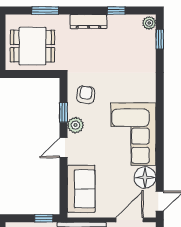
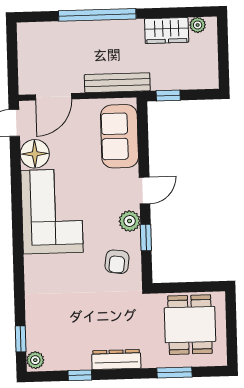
dining table: (32, 46) -> (190, 325), turned 90

